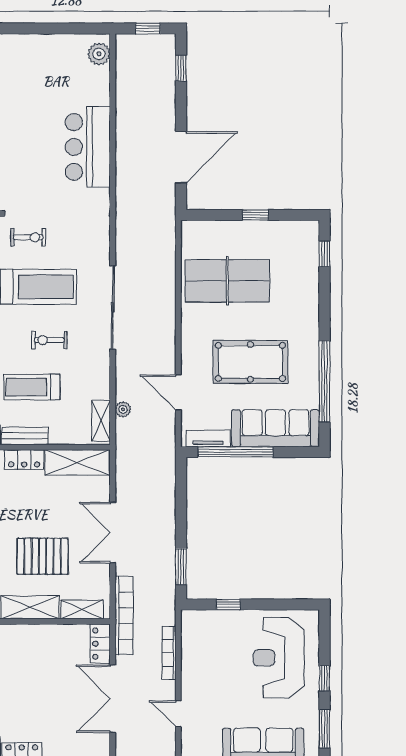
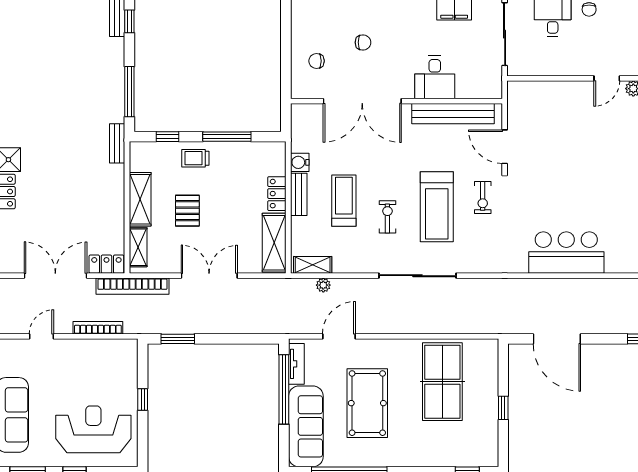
pallet: (43, 556) -> (187, 211), width x0.67, depth x0.71
window: (228, 604) -> (143, 399), moved

